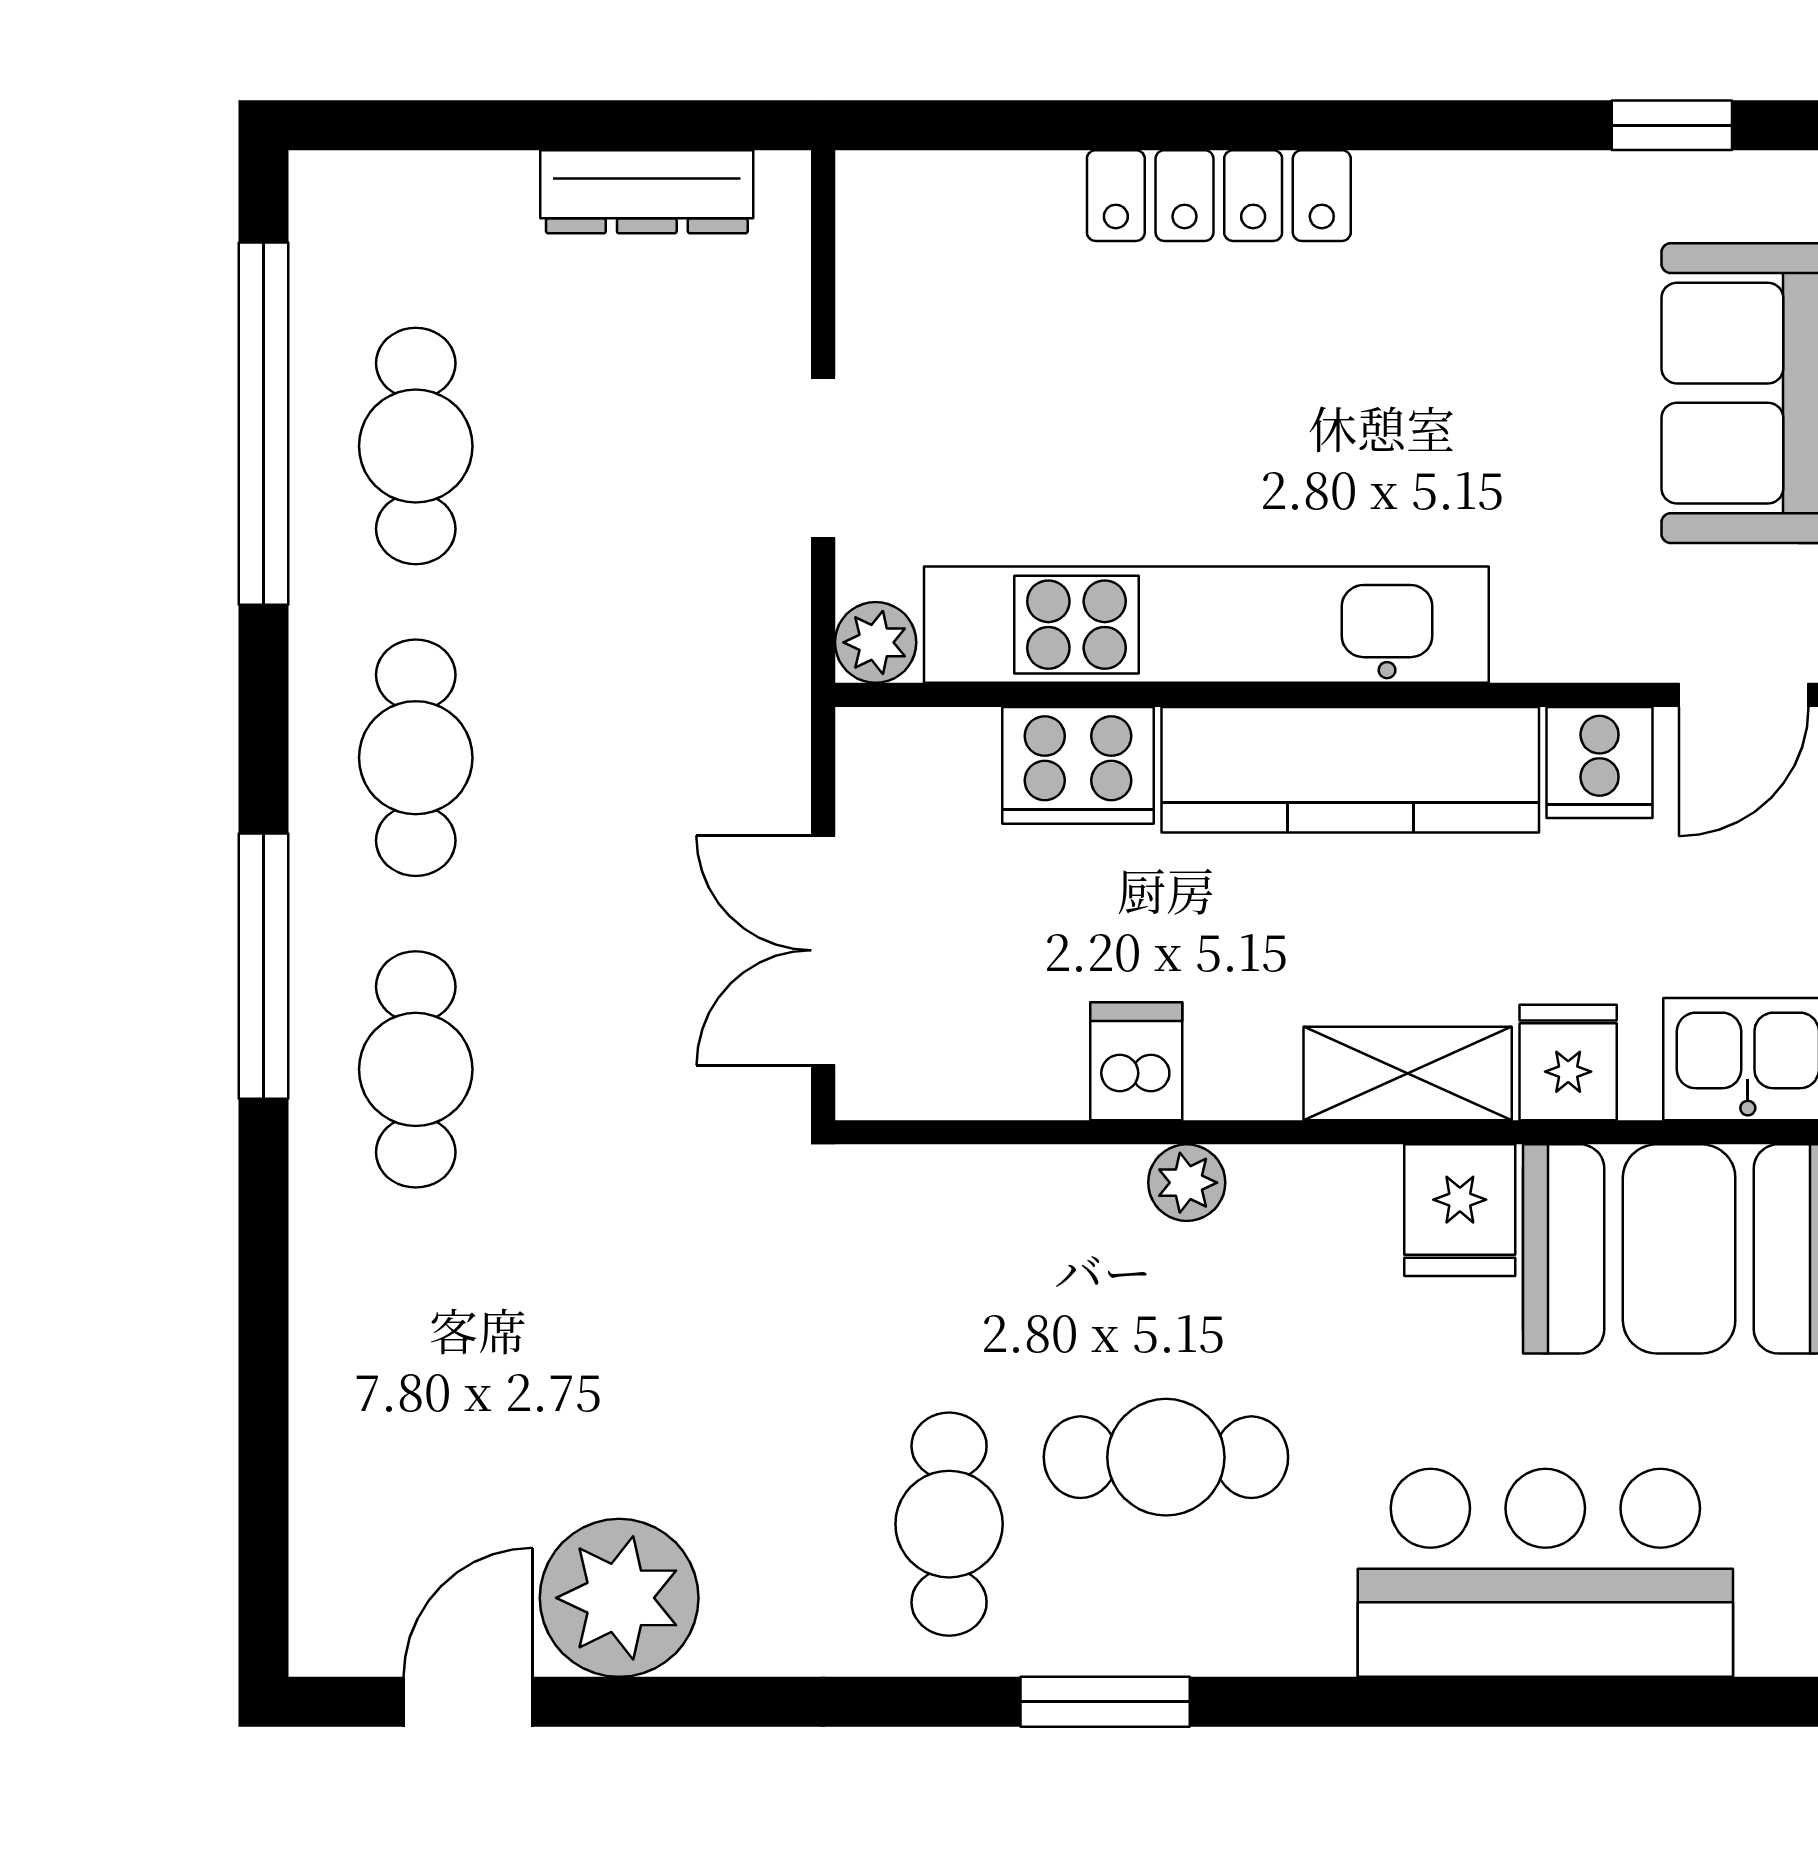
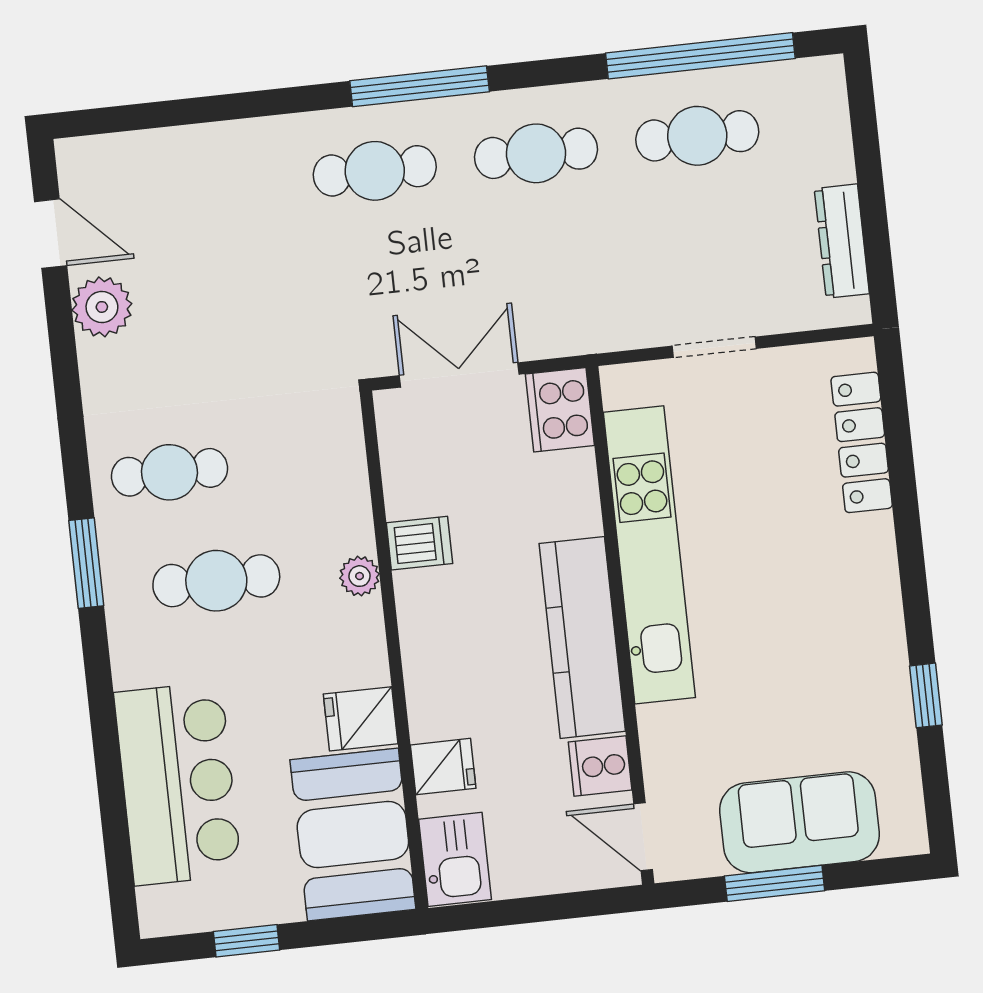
window: (1672, 125) -> (926, 695), moved
locker: (1219, 196) -> (862, 442), moved
plant: (876, 642) -> (622, 385), removed
cooker: (1078, 765) -> (560, 410), moved
shelving: (1408, 1074) -> (428, 684), removed
cafe table: (1166, 1457) -> (216, 581), turned 90
plant: (619, 1598) -> (102, 307), width x0.73, depth x0.73

